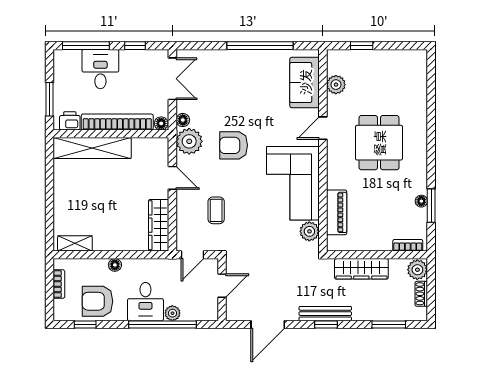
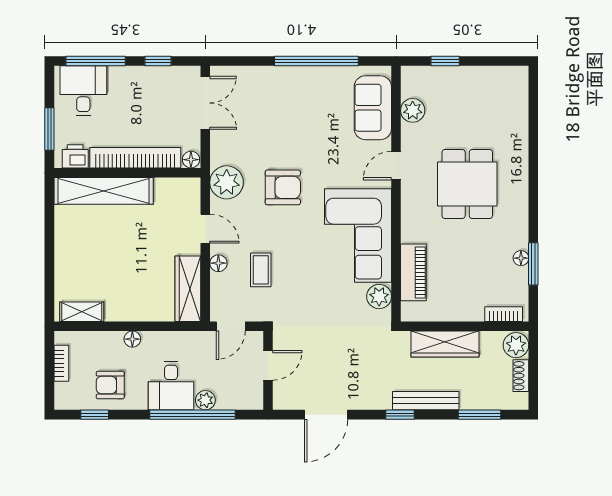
desk: (100, 69) -> (83, 91), moved
floor lamp: (183, 120) -> (218, 263), moved
armchair: (234, 145) -> (283, 187), turned 180
armchair: (97, 301) -> (110, 385), width x0.72, depth x0.72
bench: (325, 314) -> (426, 401), moved

